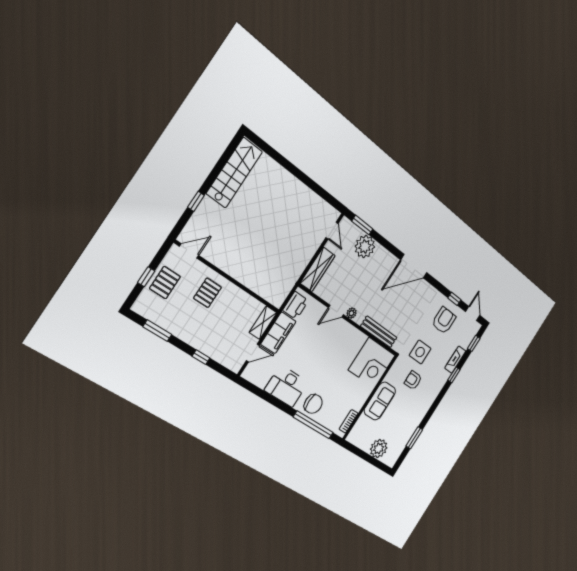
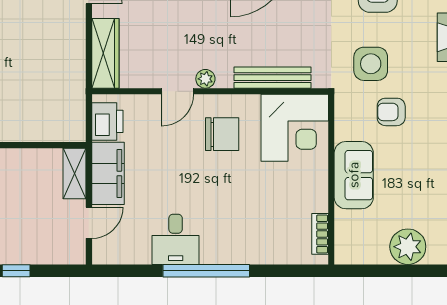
desk: (286, 386) -> (176, 239), width x0.73
chair: (313, 404) -> (222, 134), moved
window: (313, 425) -> (206, 271), moved

